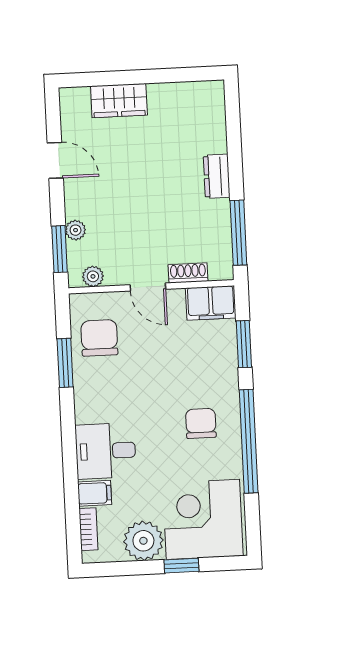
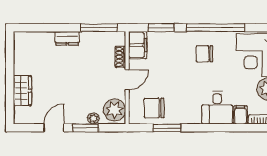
window: (60, 249) -> (86, 128), moved
plant: (93, 276) -> (114, 110), width x1.88, depth x1.88

